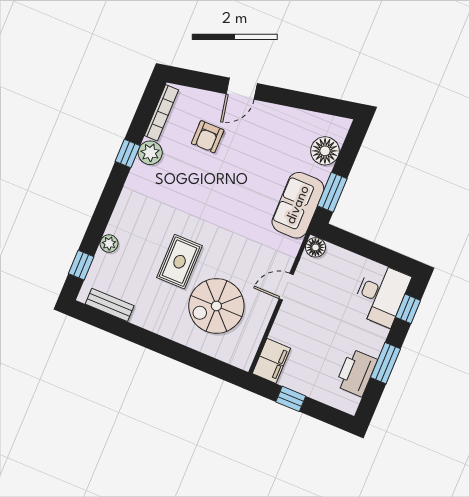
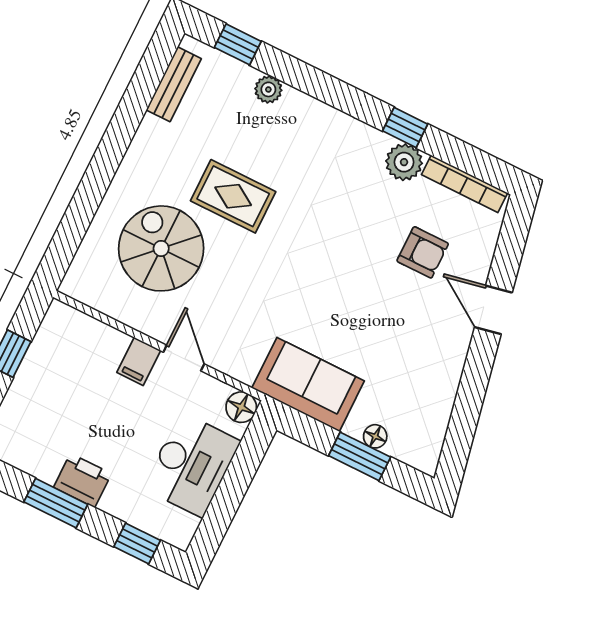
armchair: (208, 137) -> (423, 252), turned 180
floor lamp: (325, 151) -> (375, 436), width x0.53, depth x0.53
window: (332, 192) -> (360, 456), moved
desk: (381, 294) -> (192, 465), moved, turned -90
filing cabinet: (271, 361) -> (139, 361), moved, width x0.50
printer: (356, 373) -> (83, 480), moved, width x0.73, depth x0.84

